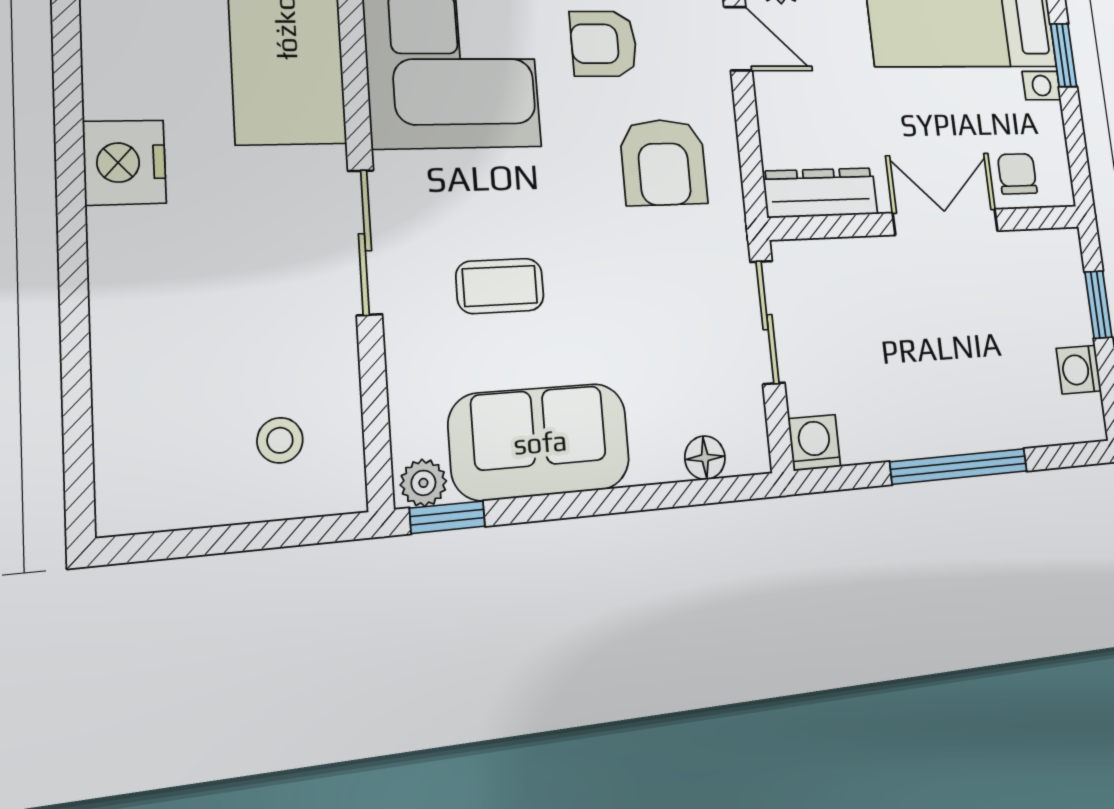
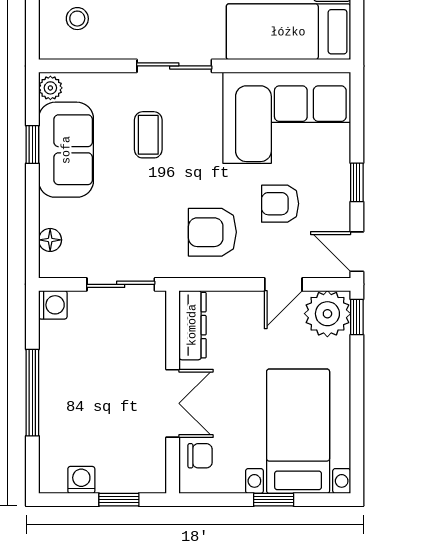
armchair: (604, 44) -> (280, 204), turned -90
window: (447, 517) -> (32, 144), moved

